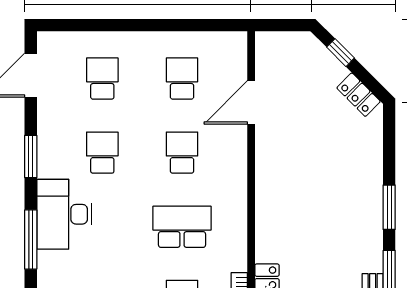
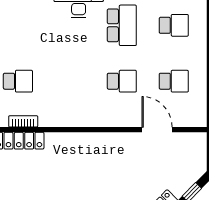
school desk: (102, 153) -> (122, 25), width x1.85
school desk: (182, 227) -> (70, 81), removed

